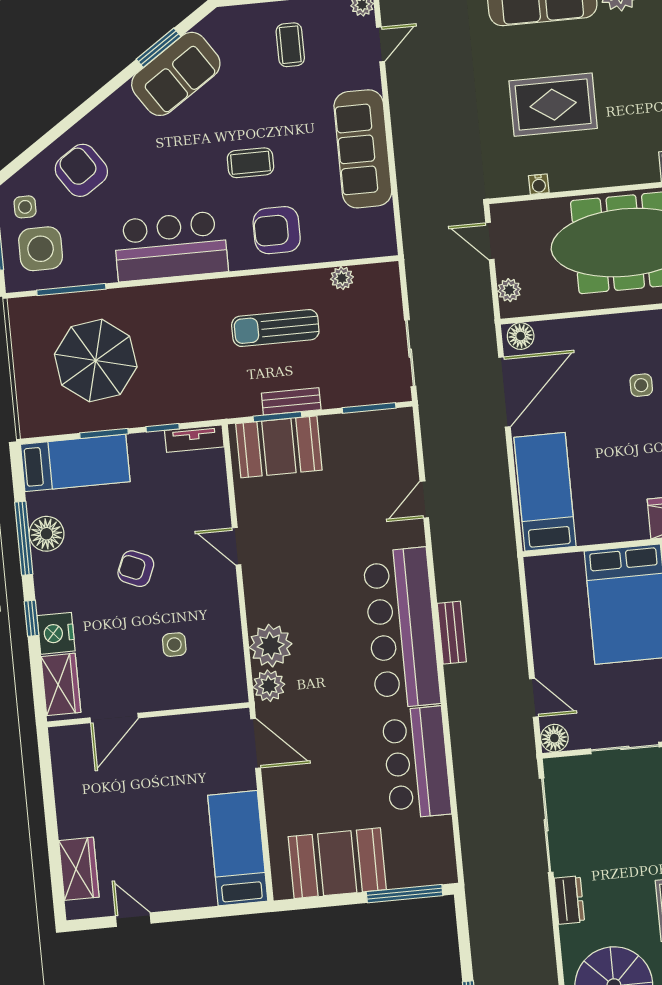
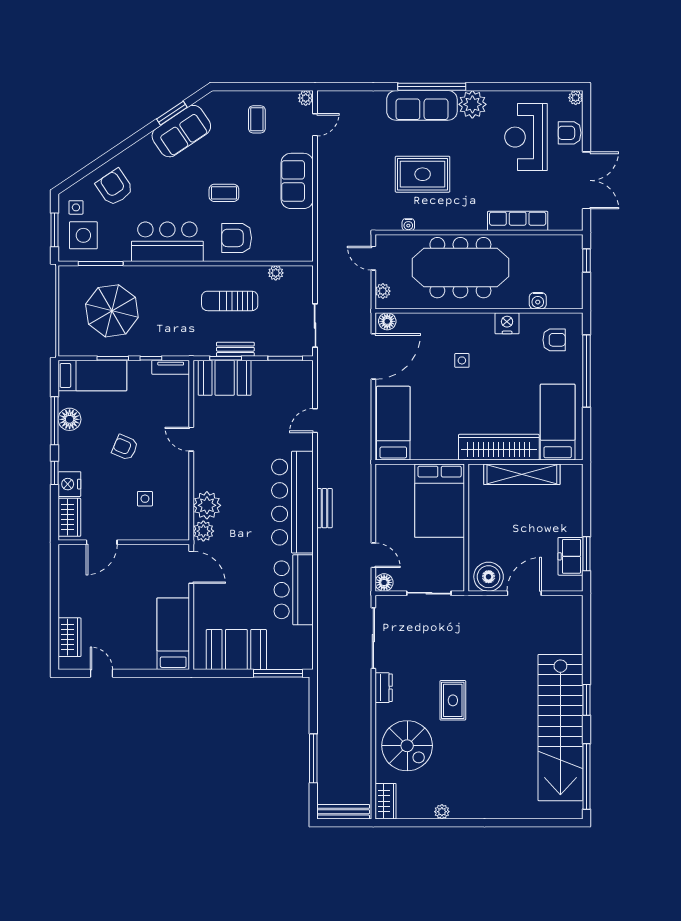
sofa: (363, 149) -> (297, 181), width x0.73

